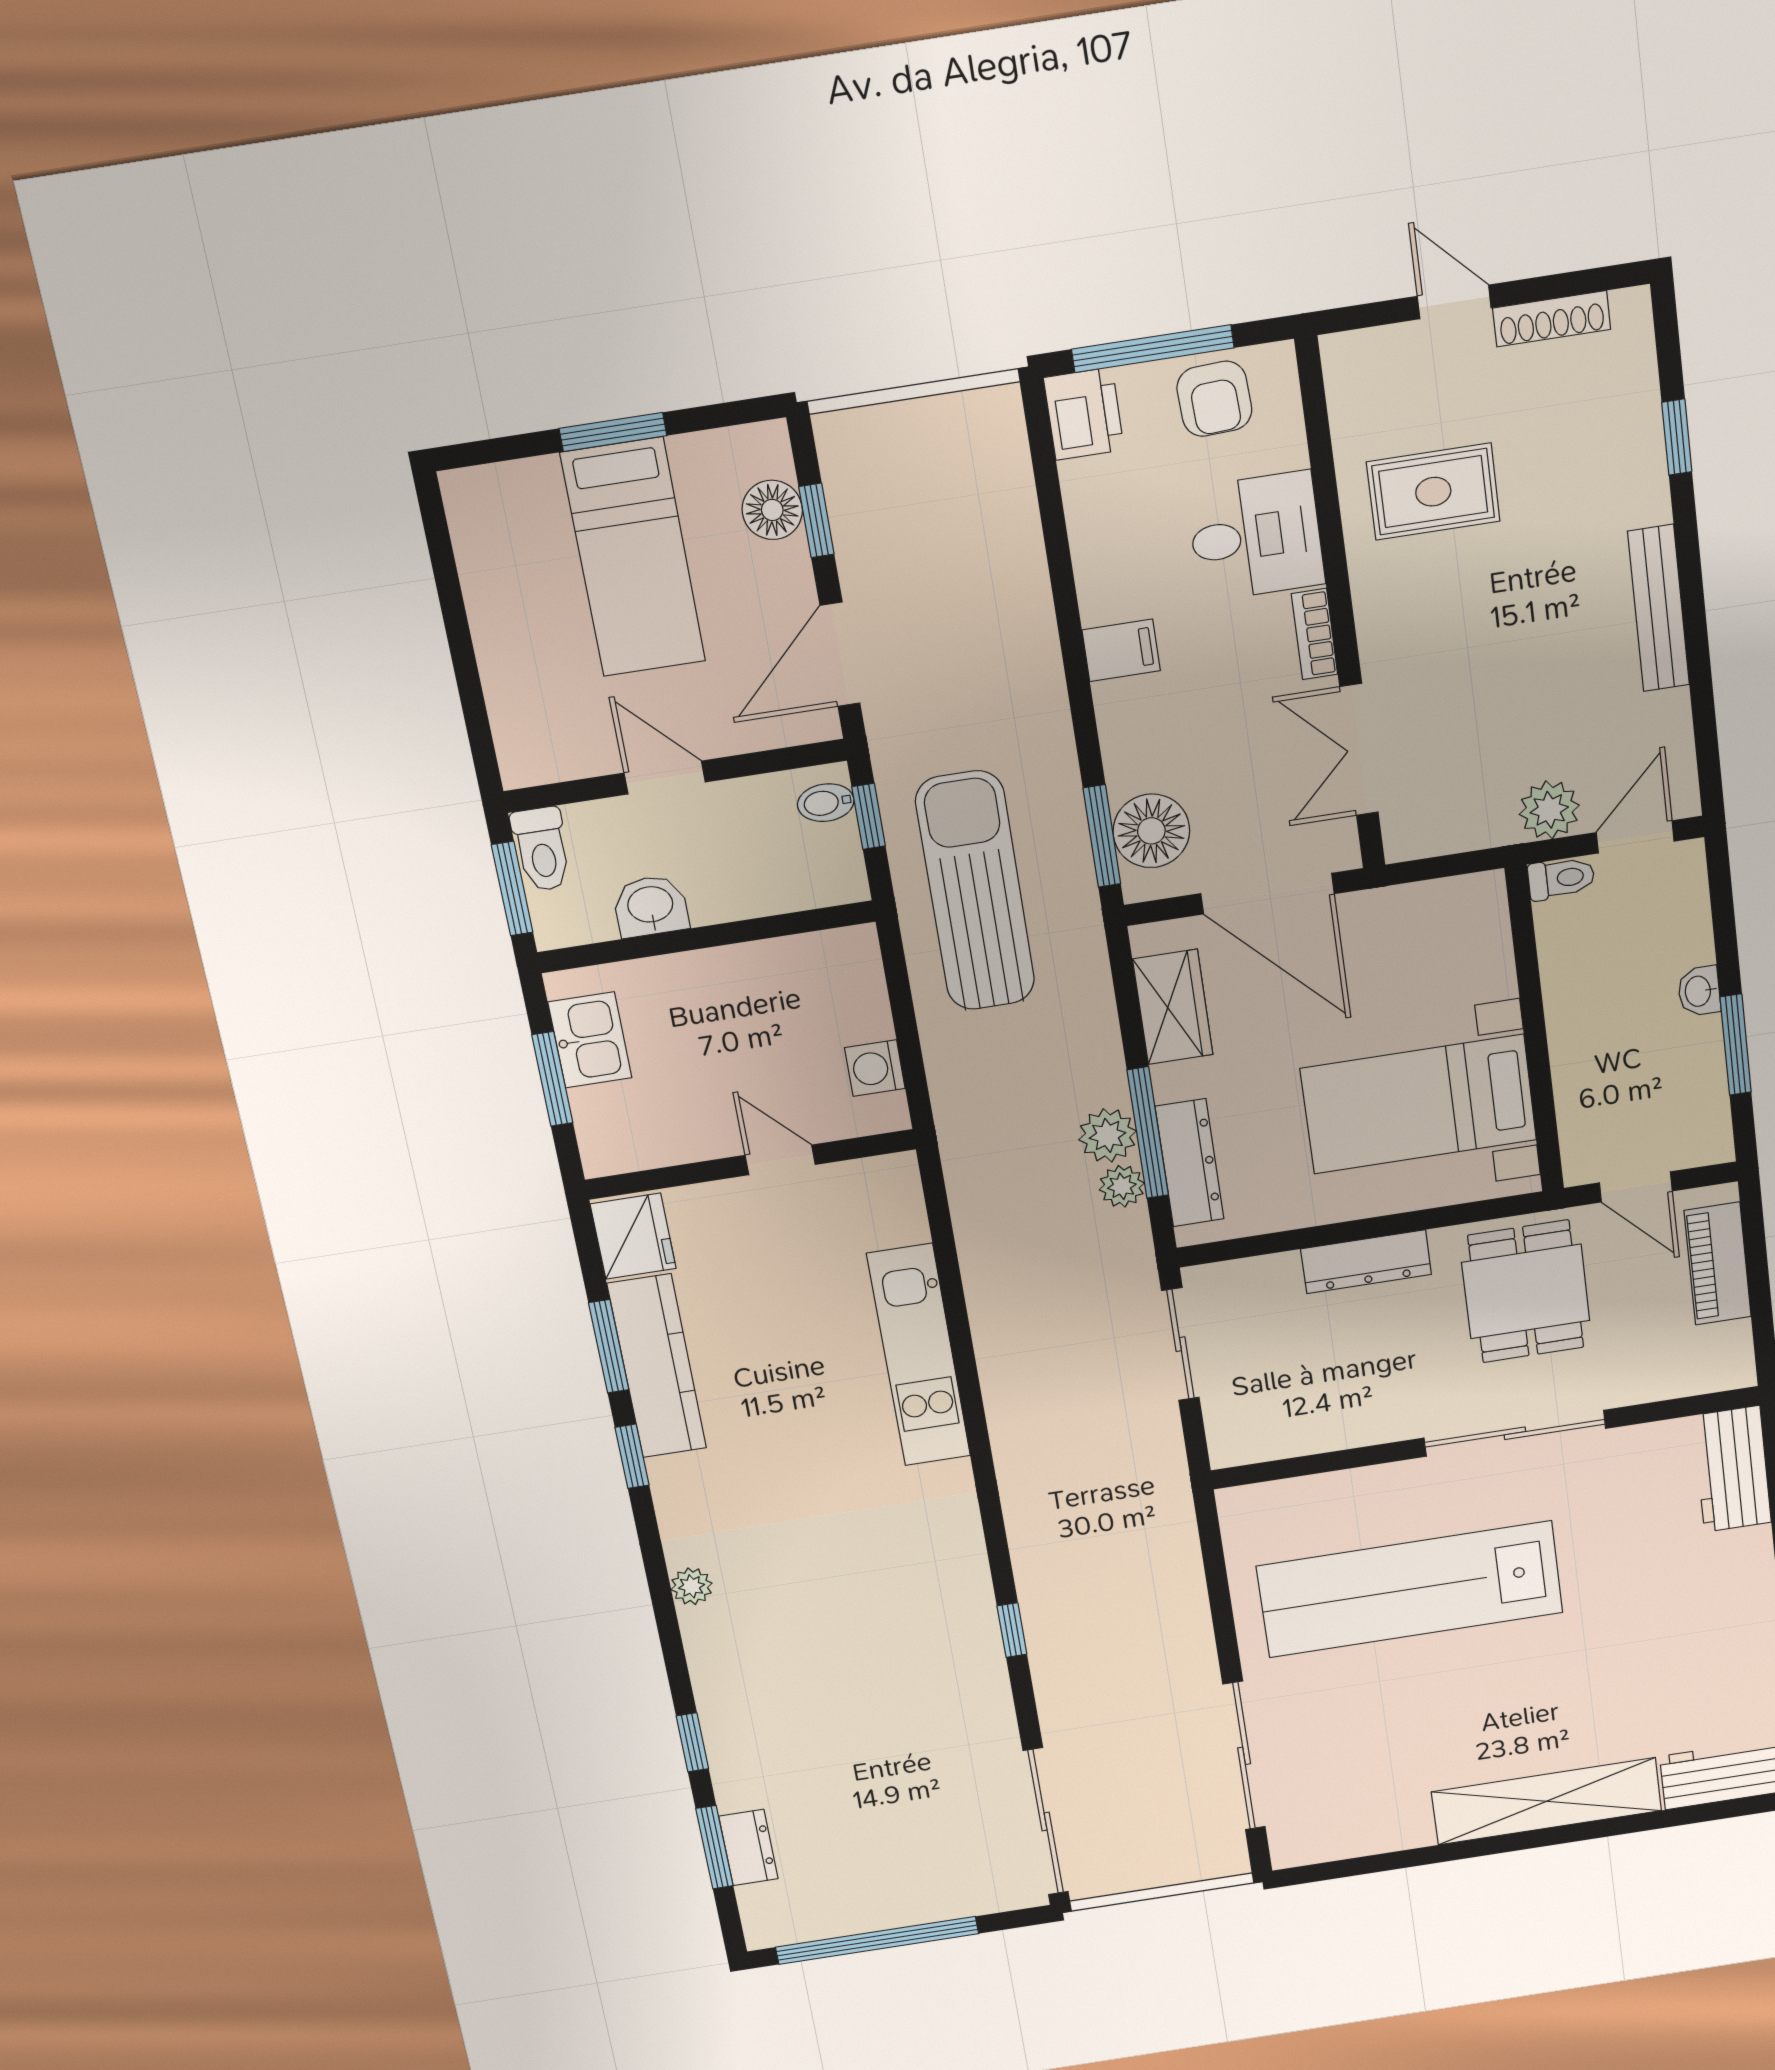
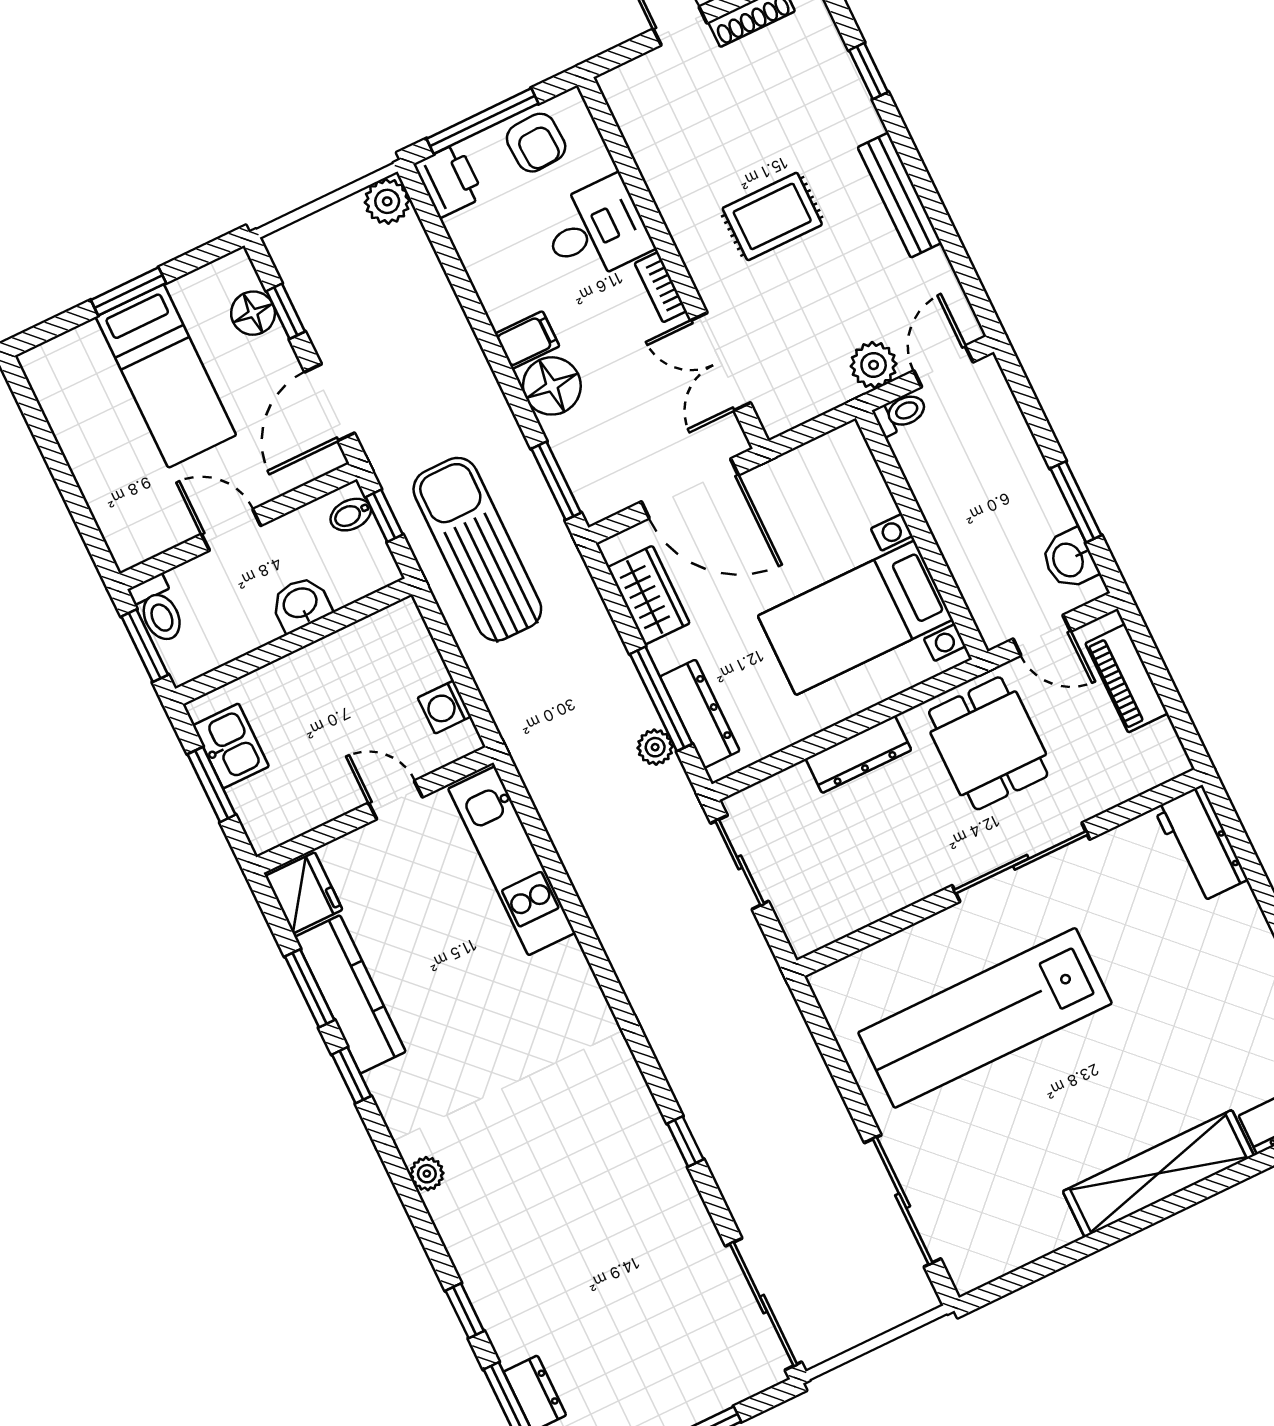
rug: (1433, 492) -> (772, 216), moved
floor lamp: (1151, 831) -> (552, 386), moved
washbasin: (651, 906) -> (301, 604), moved
washbasin: (1699, 991) -> (1069, 559), moved, width x1.38, depth x1.45
plant: (1108, 1135) -> (387, 201), moved
kitchen unit: (919, 1355) -> (512, 861), moved

